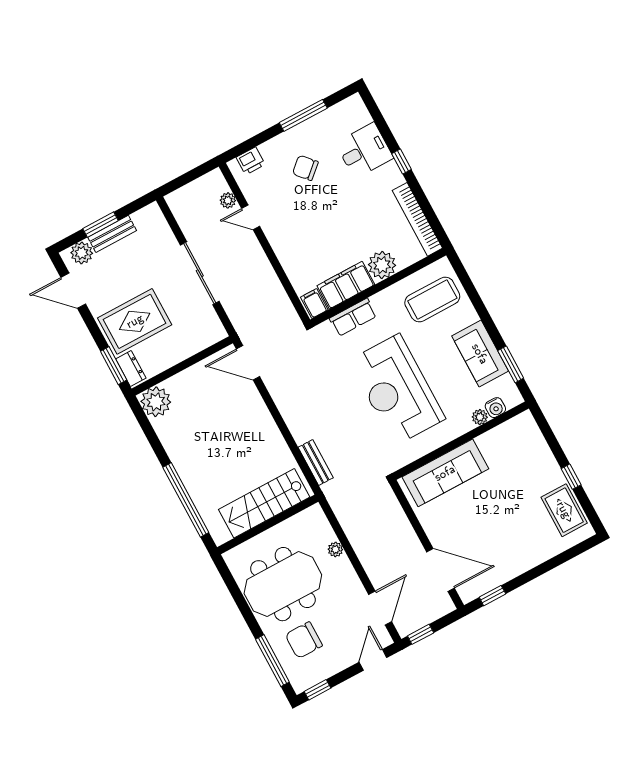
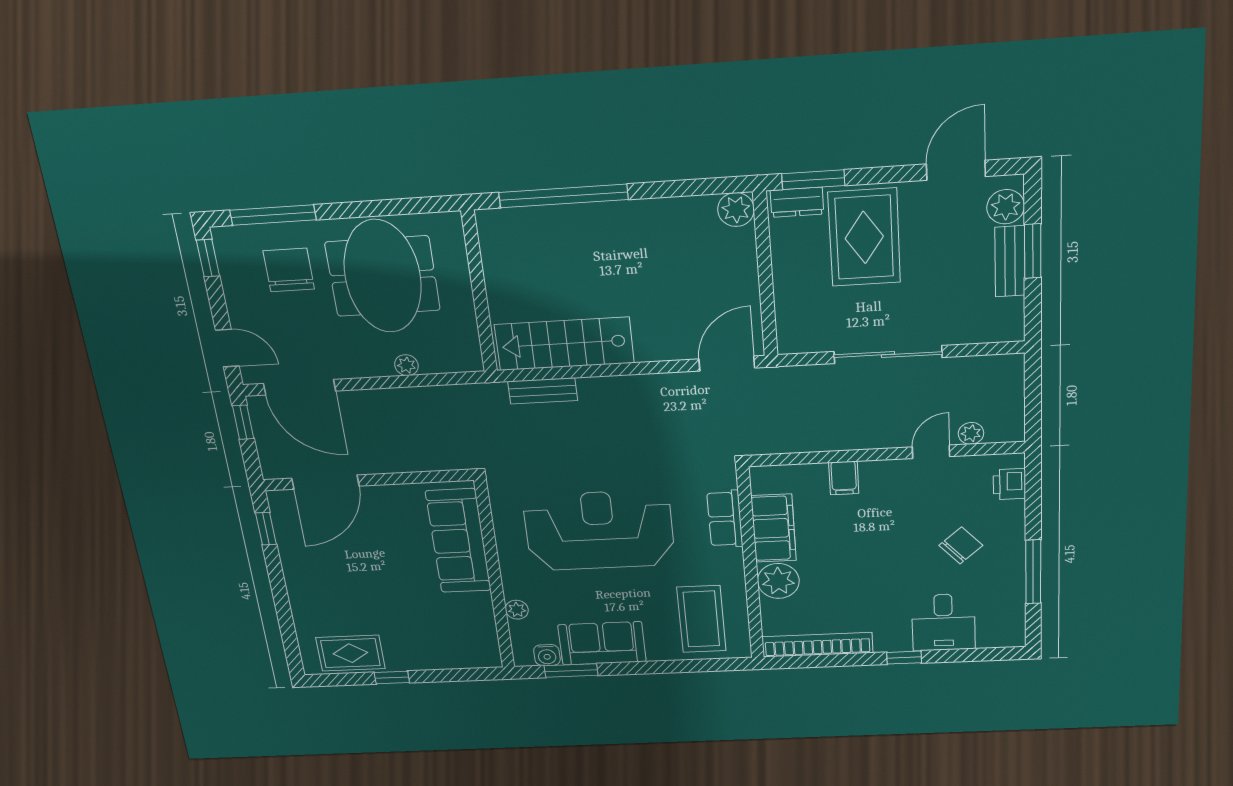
filing cabinet: (314, 303) -> (844, 478), moved, turned 90
plant: (156, 402) -> (736, 210), width x0.73, depth x0.73
water cooler: (495, 408) -> (547, 655), moved, turned -90
stairs: (264, 503) -> (564, 344), moved, turned -90
door: (380, 608) -> (299, 387), width x1.36

